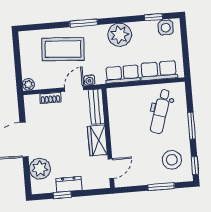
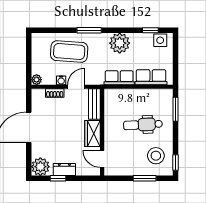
water cooler: (89, 80) -> (61, 80), moved
dental chair: (161, 111) -> (143, 125), moved, turned 69
window: (192, 126) -> (176, 109), moved
plant: (40, 169) -> (40, 167), moved
door: (111, 169) -> (102, 159), swing flipped

